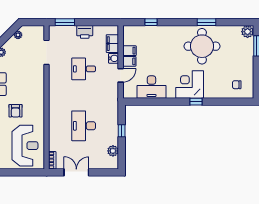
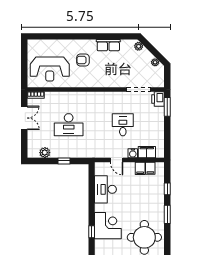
window: (206, 22) -> (167, 214), moved
printer: (85, 32) -> (158, 99), moved
filing cabinet: (129, 61) -> (150, 168), moved
desk: (84, 126) -> (69, 125), turned 180

